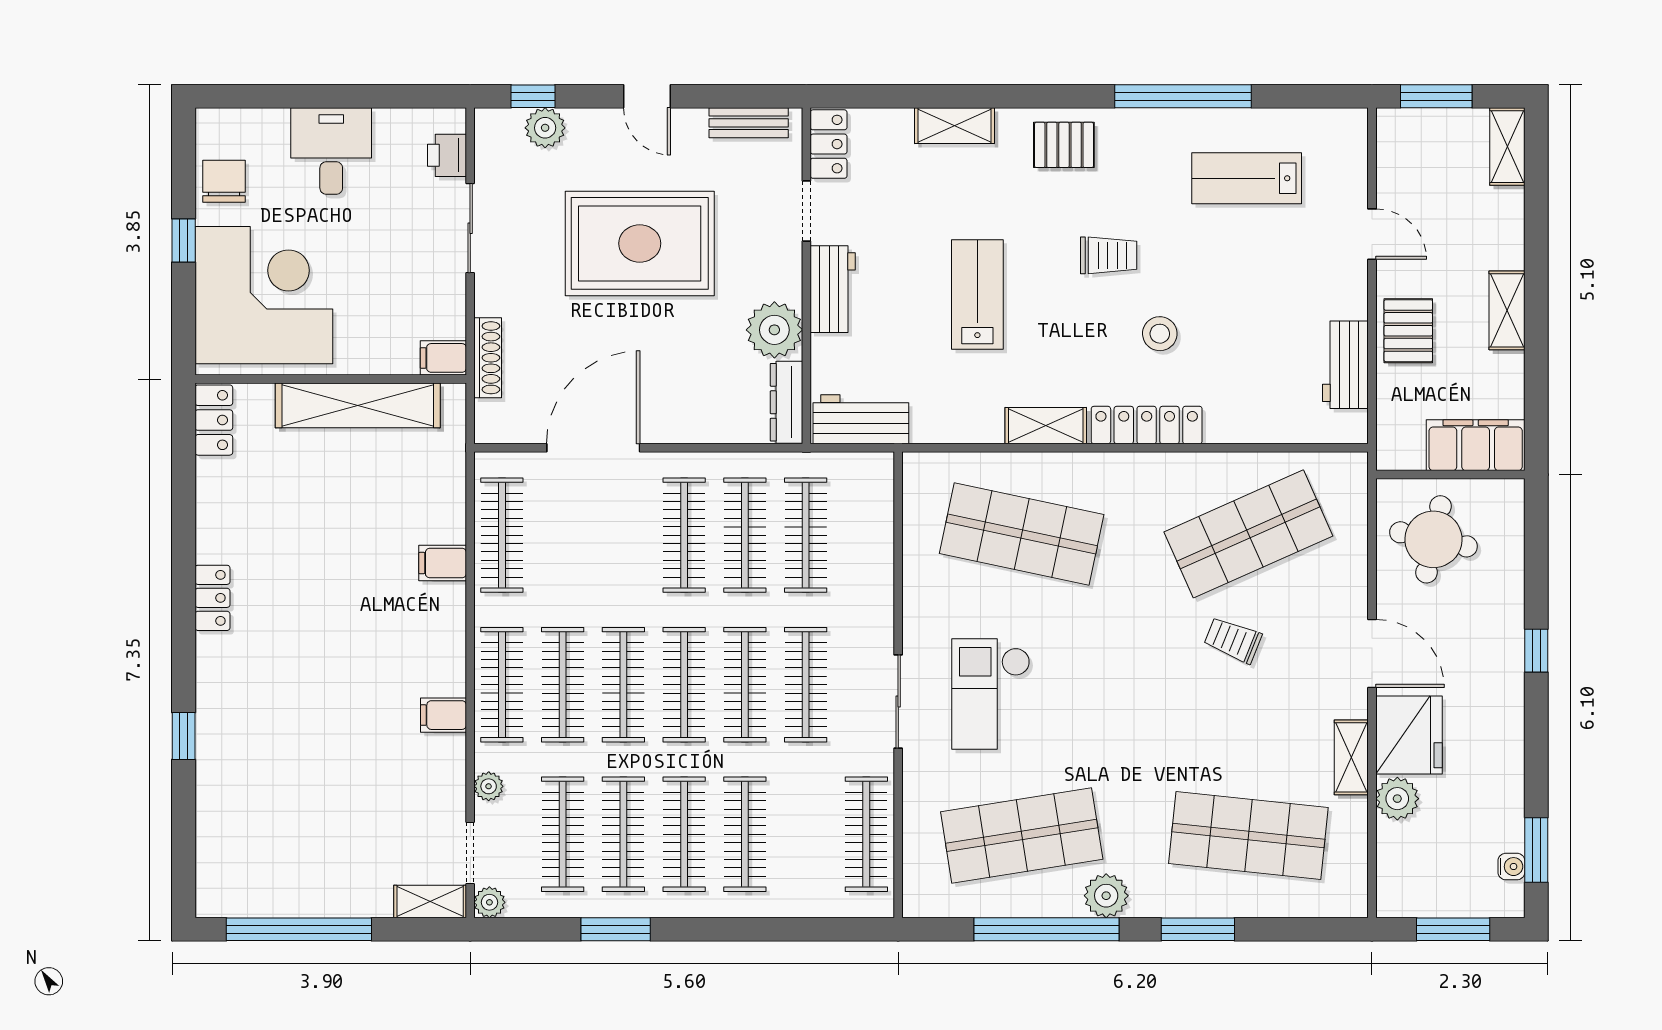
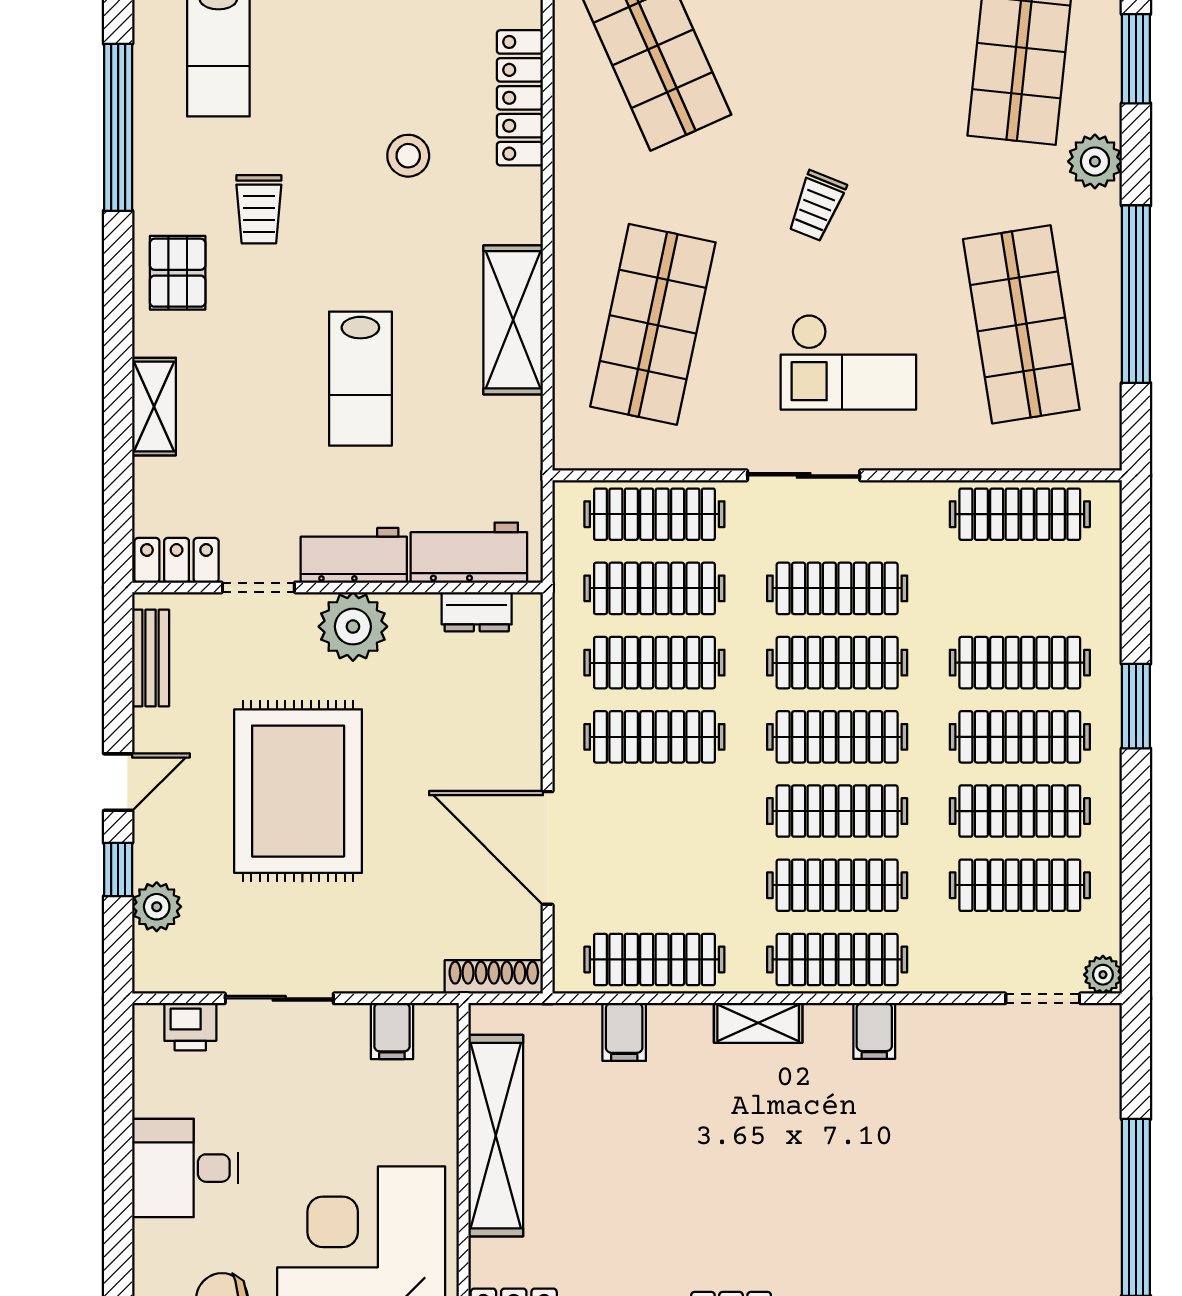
window: (533, 96) -> (118, 869), moved
trolley: (1109, 255) -> (259, 209), moved, turned 180
lab bench: (977, 295) -> (360, 379), turned -90
plant: (774, 330) -> (353, 627), moved
filing cabinet: (443, 358) -> (392, 1031), moved
shoe rack: (488, 358) -> (494, 977), moved
dresser: (786, 402) -> (477, 612), width x0.70
workbench: (861, 419) -> (469, 553), moved, turned 90
locker: (1147, 425) -> (520, 98), moved
shelving: (1046, 426) -> (513, 320), width x1.50, depth x1.33
clothes rail: (866, 535) -> (654, 514), added
filing cabinet: (443, 563) -> (624, 1032), moved
trolley: (1233, 640) -> (817, 206), moved
sliding door: (898, 702) -> (804, 475), moved
plant: (489, 786) -> (961, 976), removed
plant: (1106, 896) -> (1095, 161), moved
shelving: (430, 902) -> (758, 1023), moved, turned 90
window: (616, 929) -> (1136, 706), moved
window: (1198, 929) -> (1136, 59), moved

